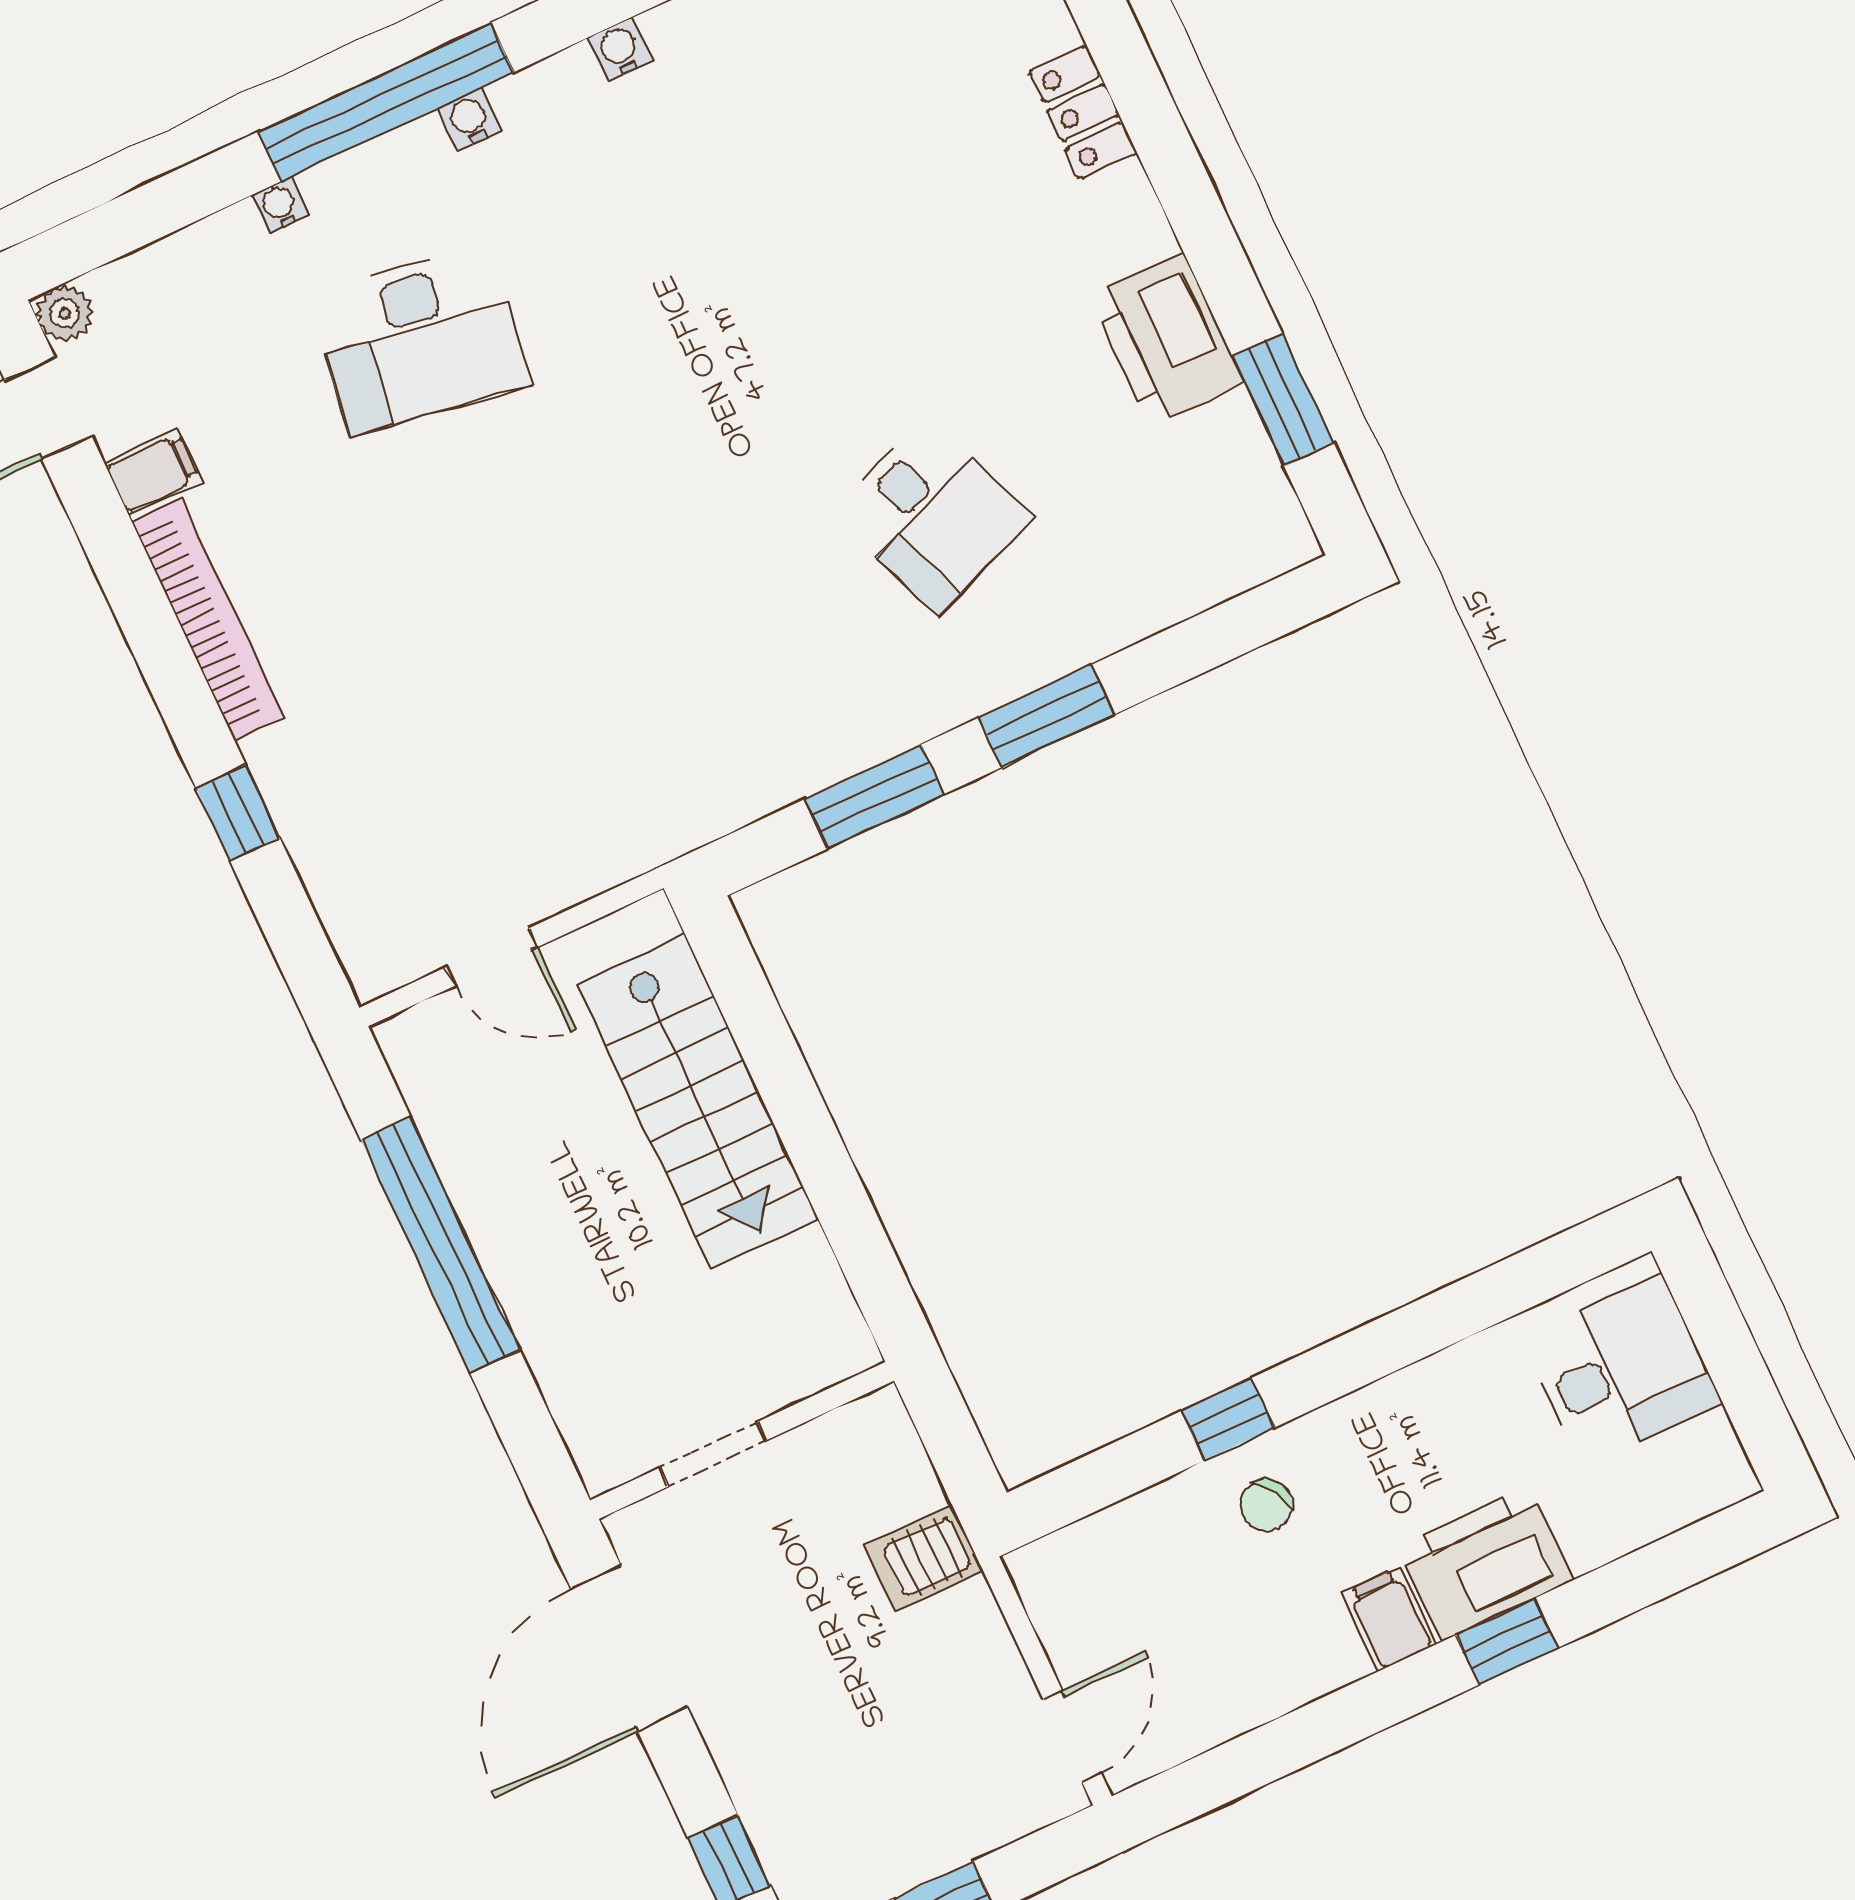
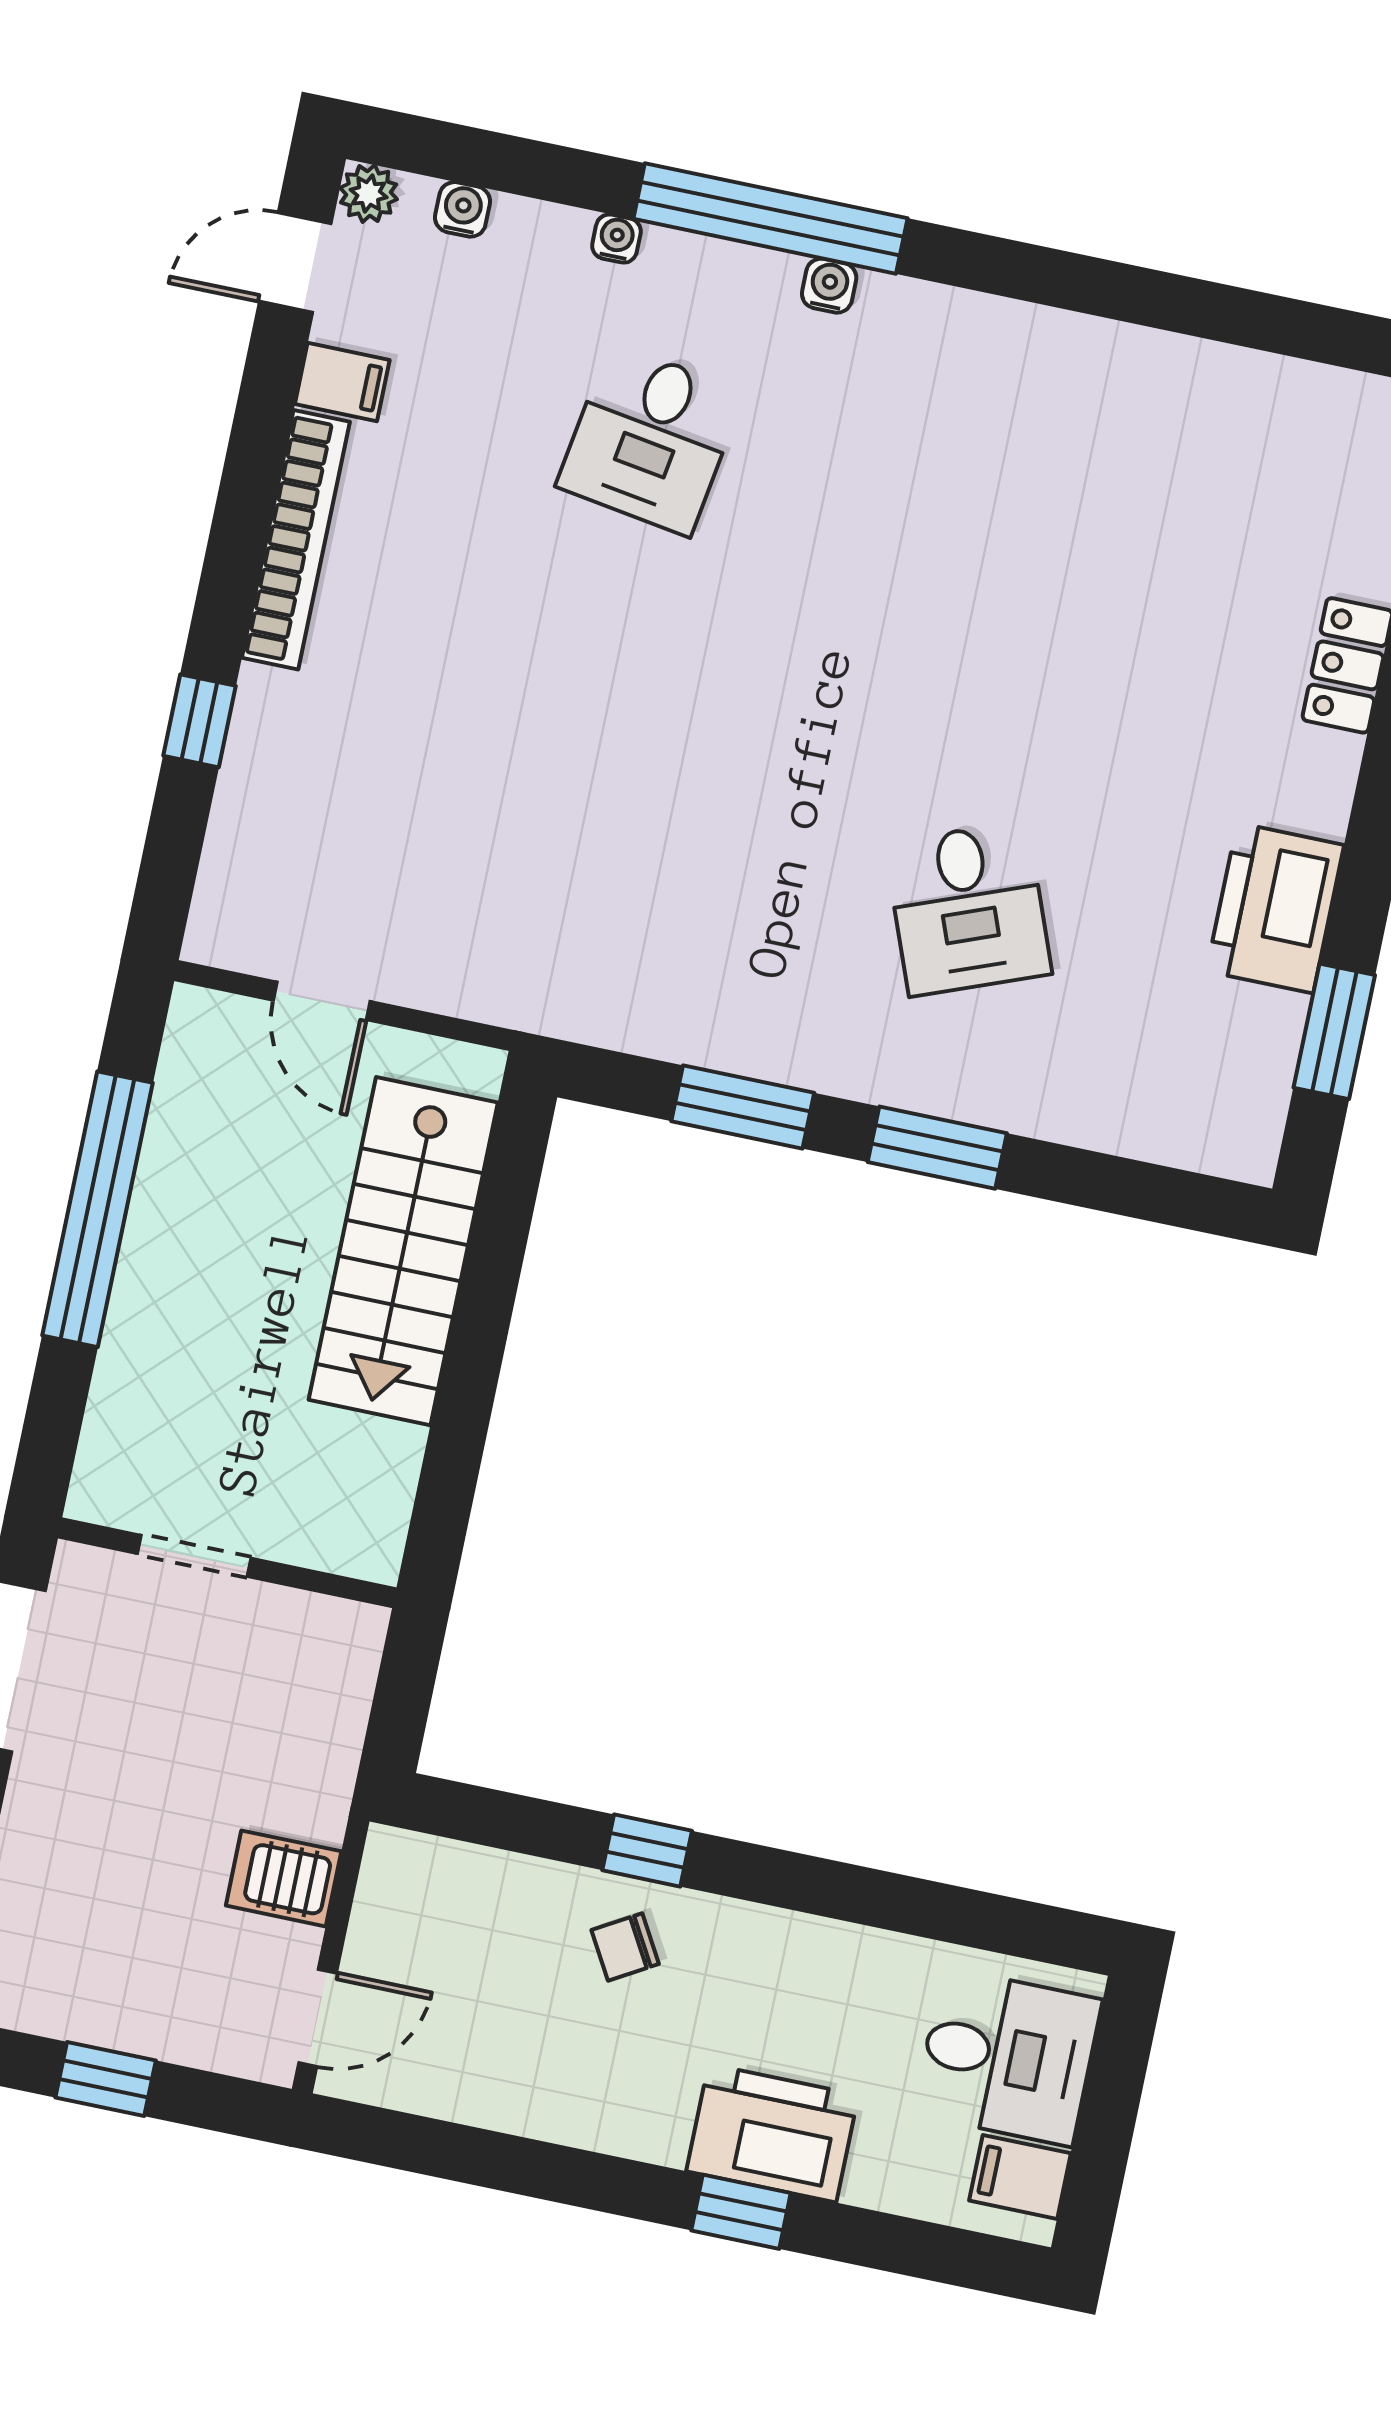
water cooler: (620, 49) -> (463, 209), moved
desk: (421, 339) -> (650, 439), width x0.73
server rack: (924, 1559) -> (284, 1878), moved
filing cabinet: (1389, 1619) -> (1020, 2177), moved, turned -90

